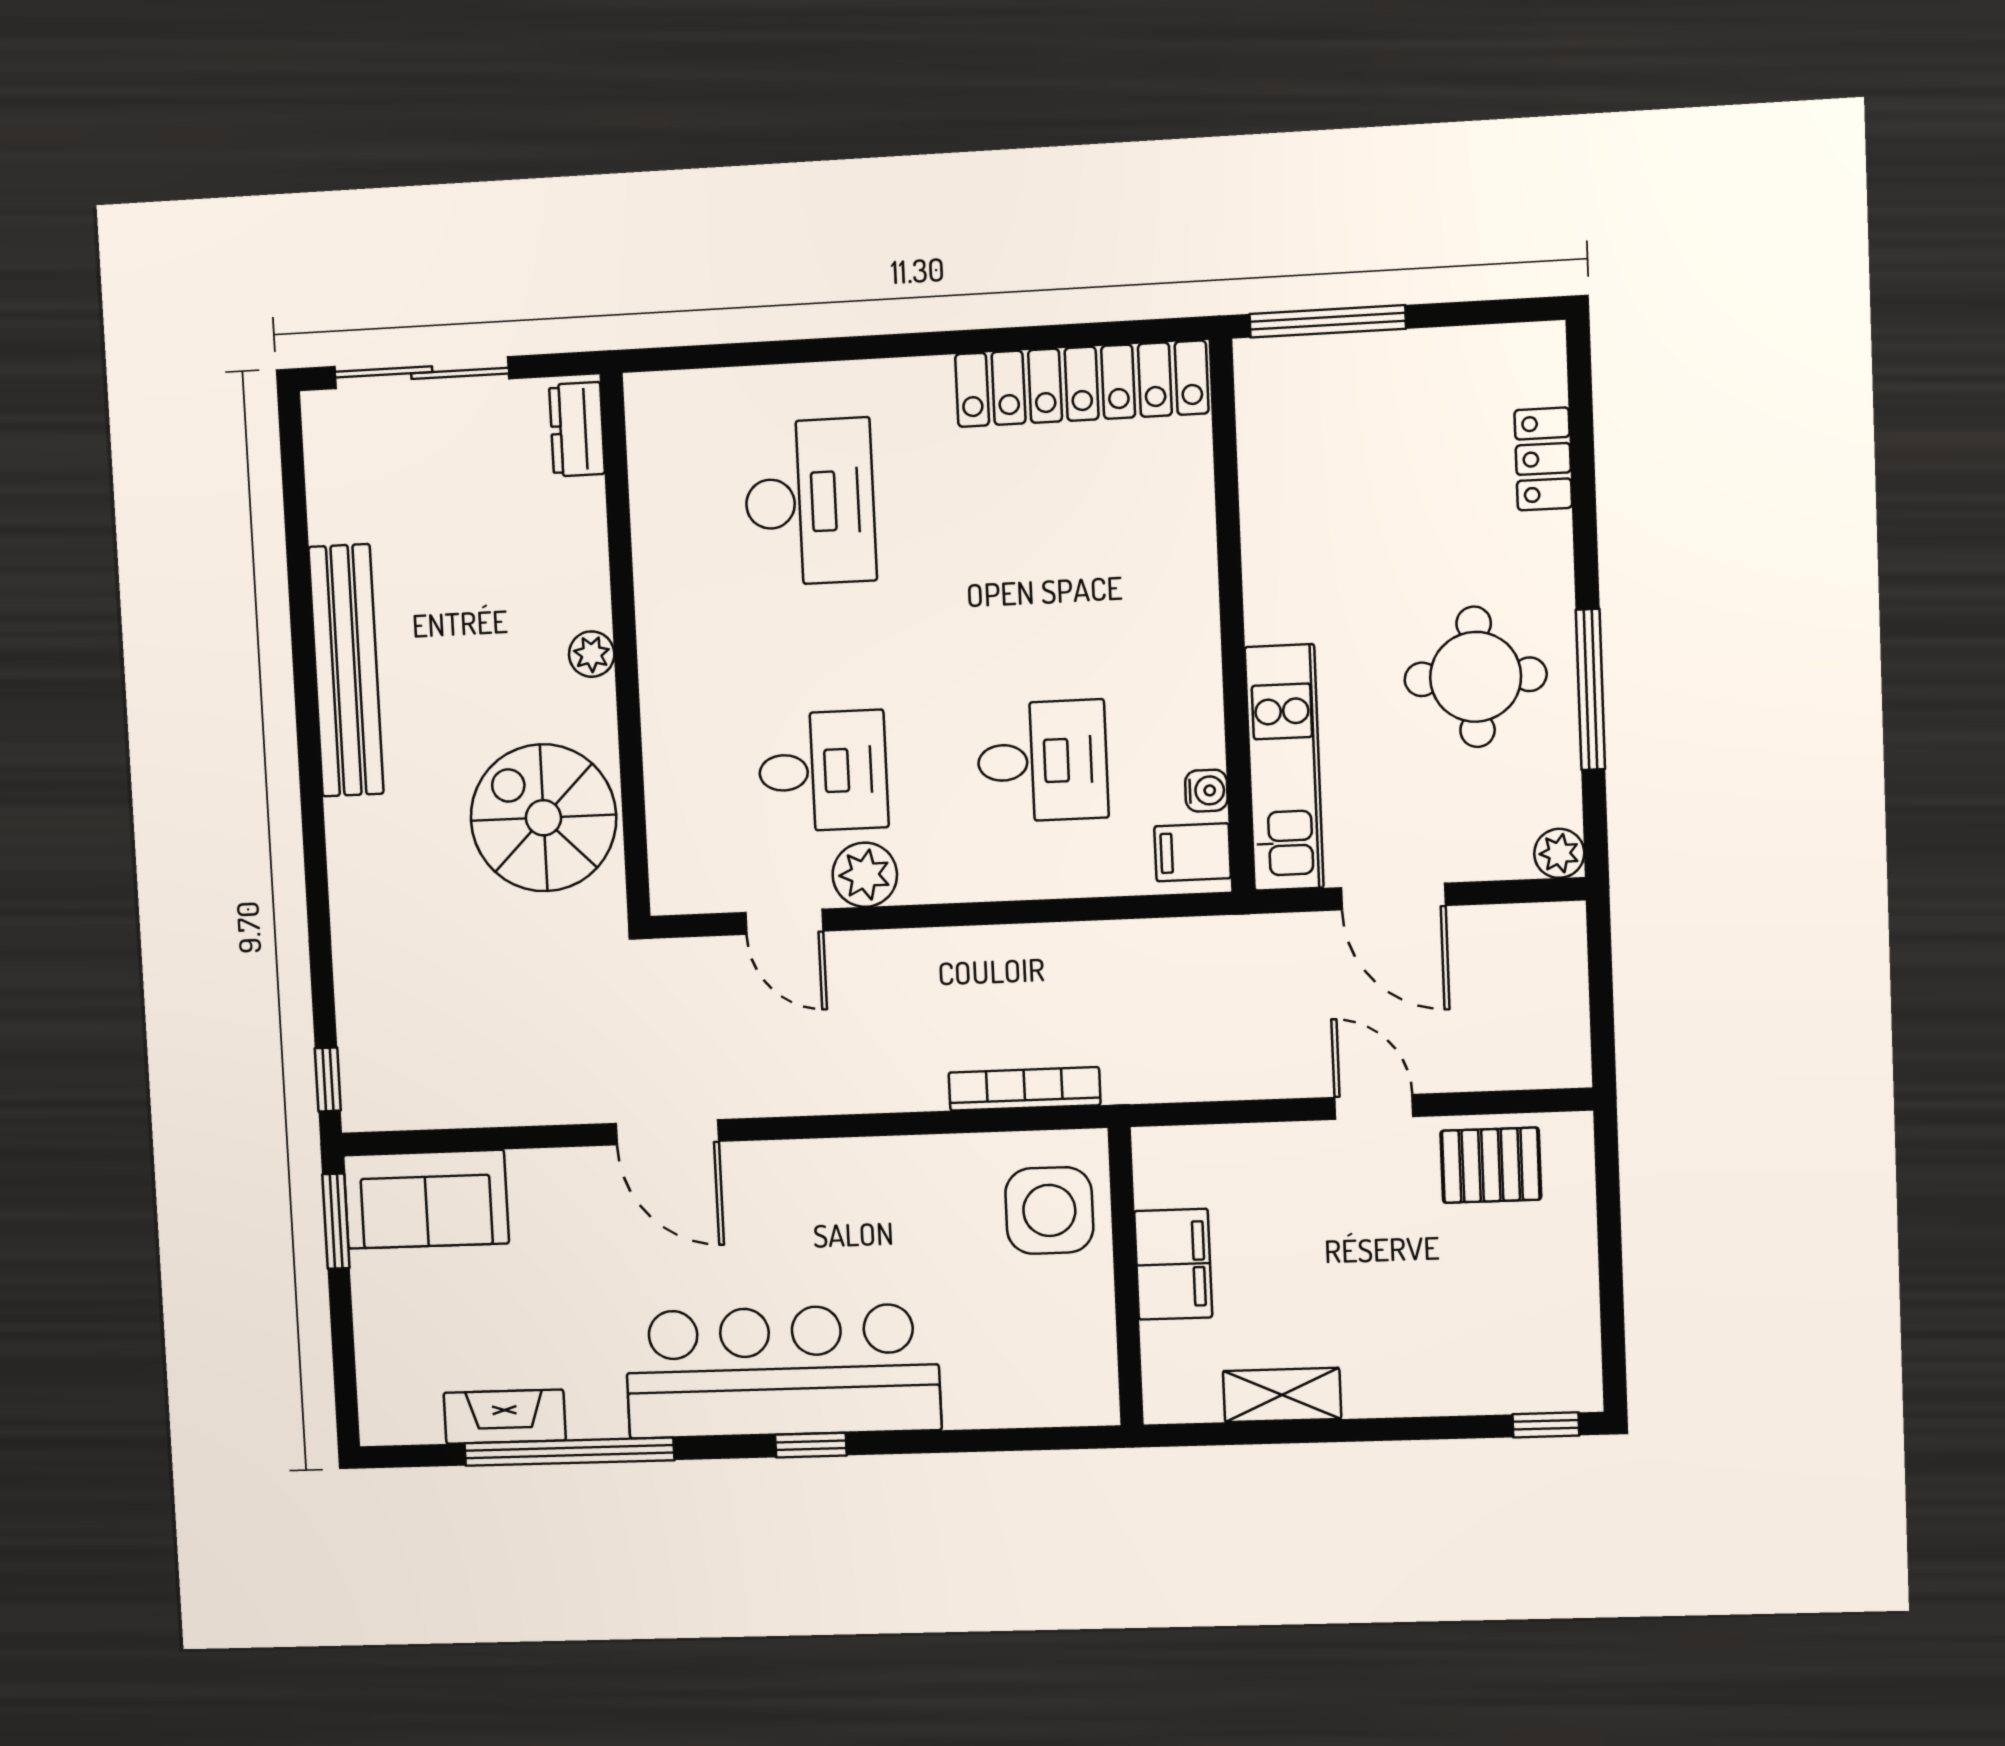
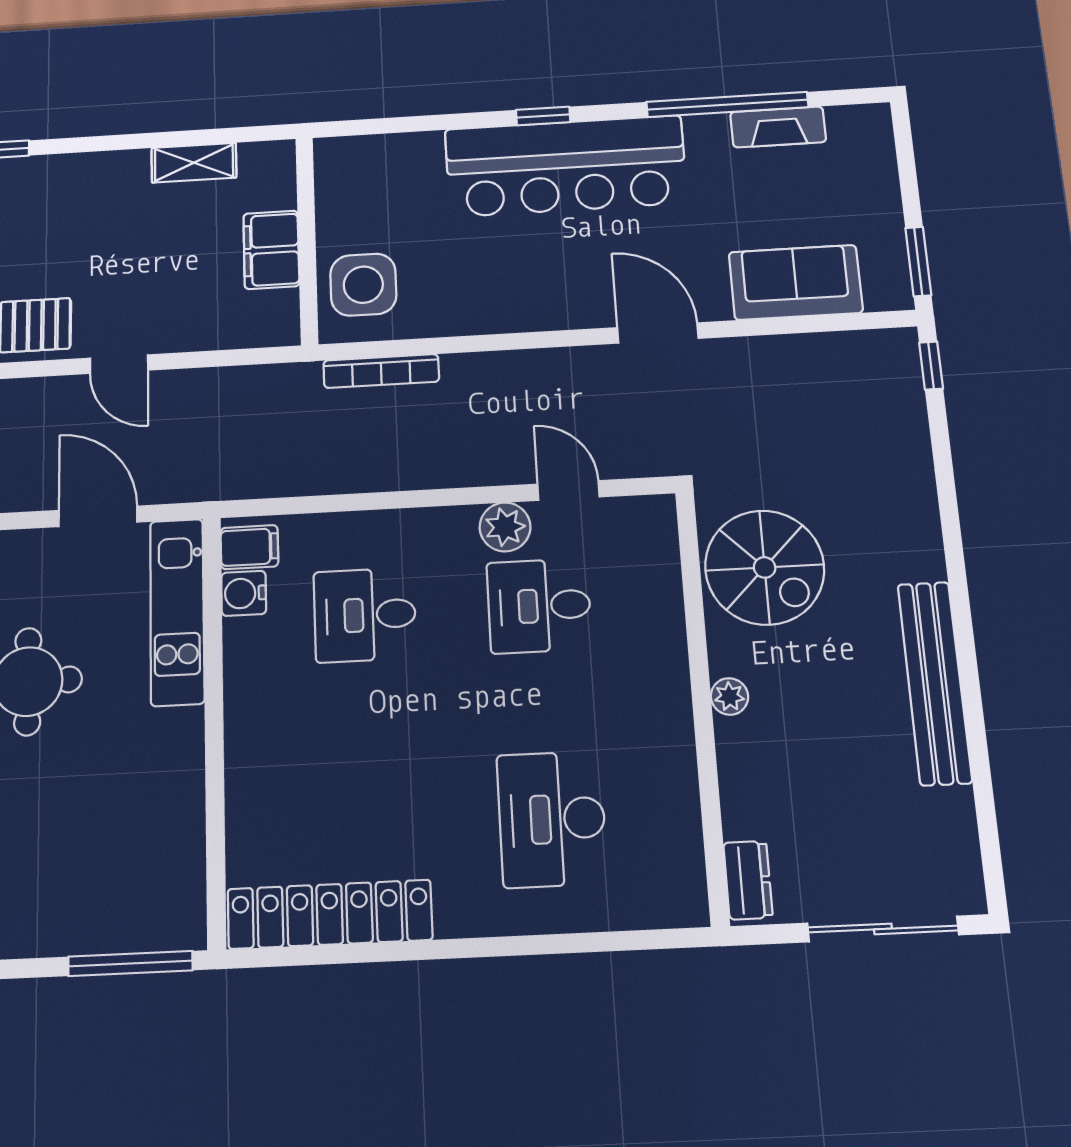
water cooler: (1206, 791) -> (244, 593), width x1.38, depth x1.38
sofa: (426, 1199) -> (796, 282), moved

